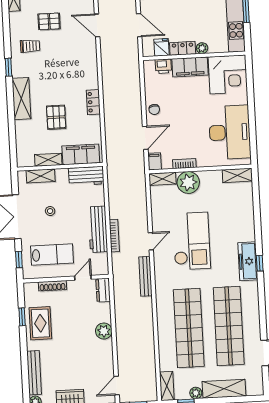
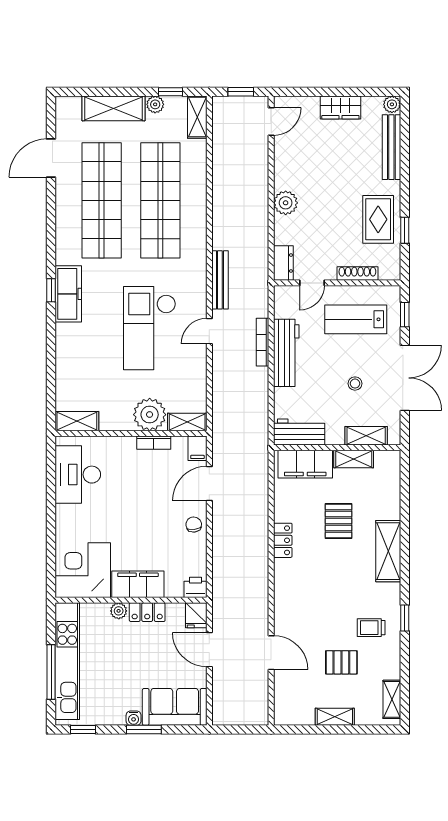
fridge: (161, 47) -> (196, 615), moved
printer: (163, 66) -> (195, 587), moved
window: (9, 67) -> (405, 618), moved
desk: (230, 132) -> (78, 475), width x0.73, depth x0.77

